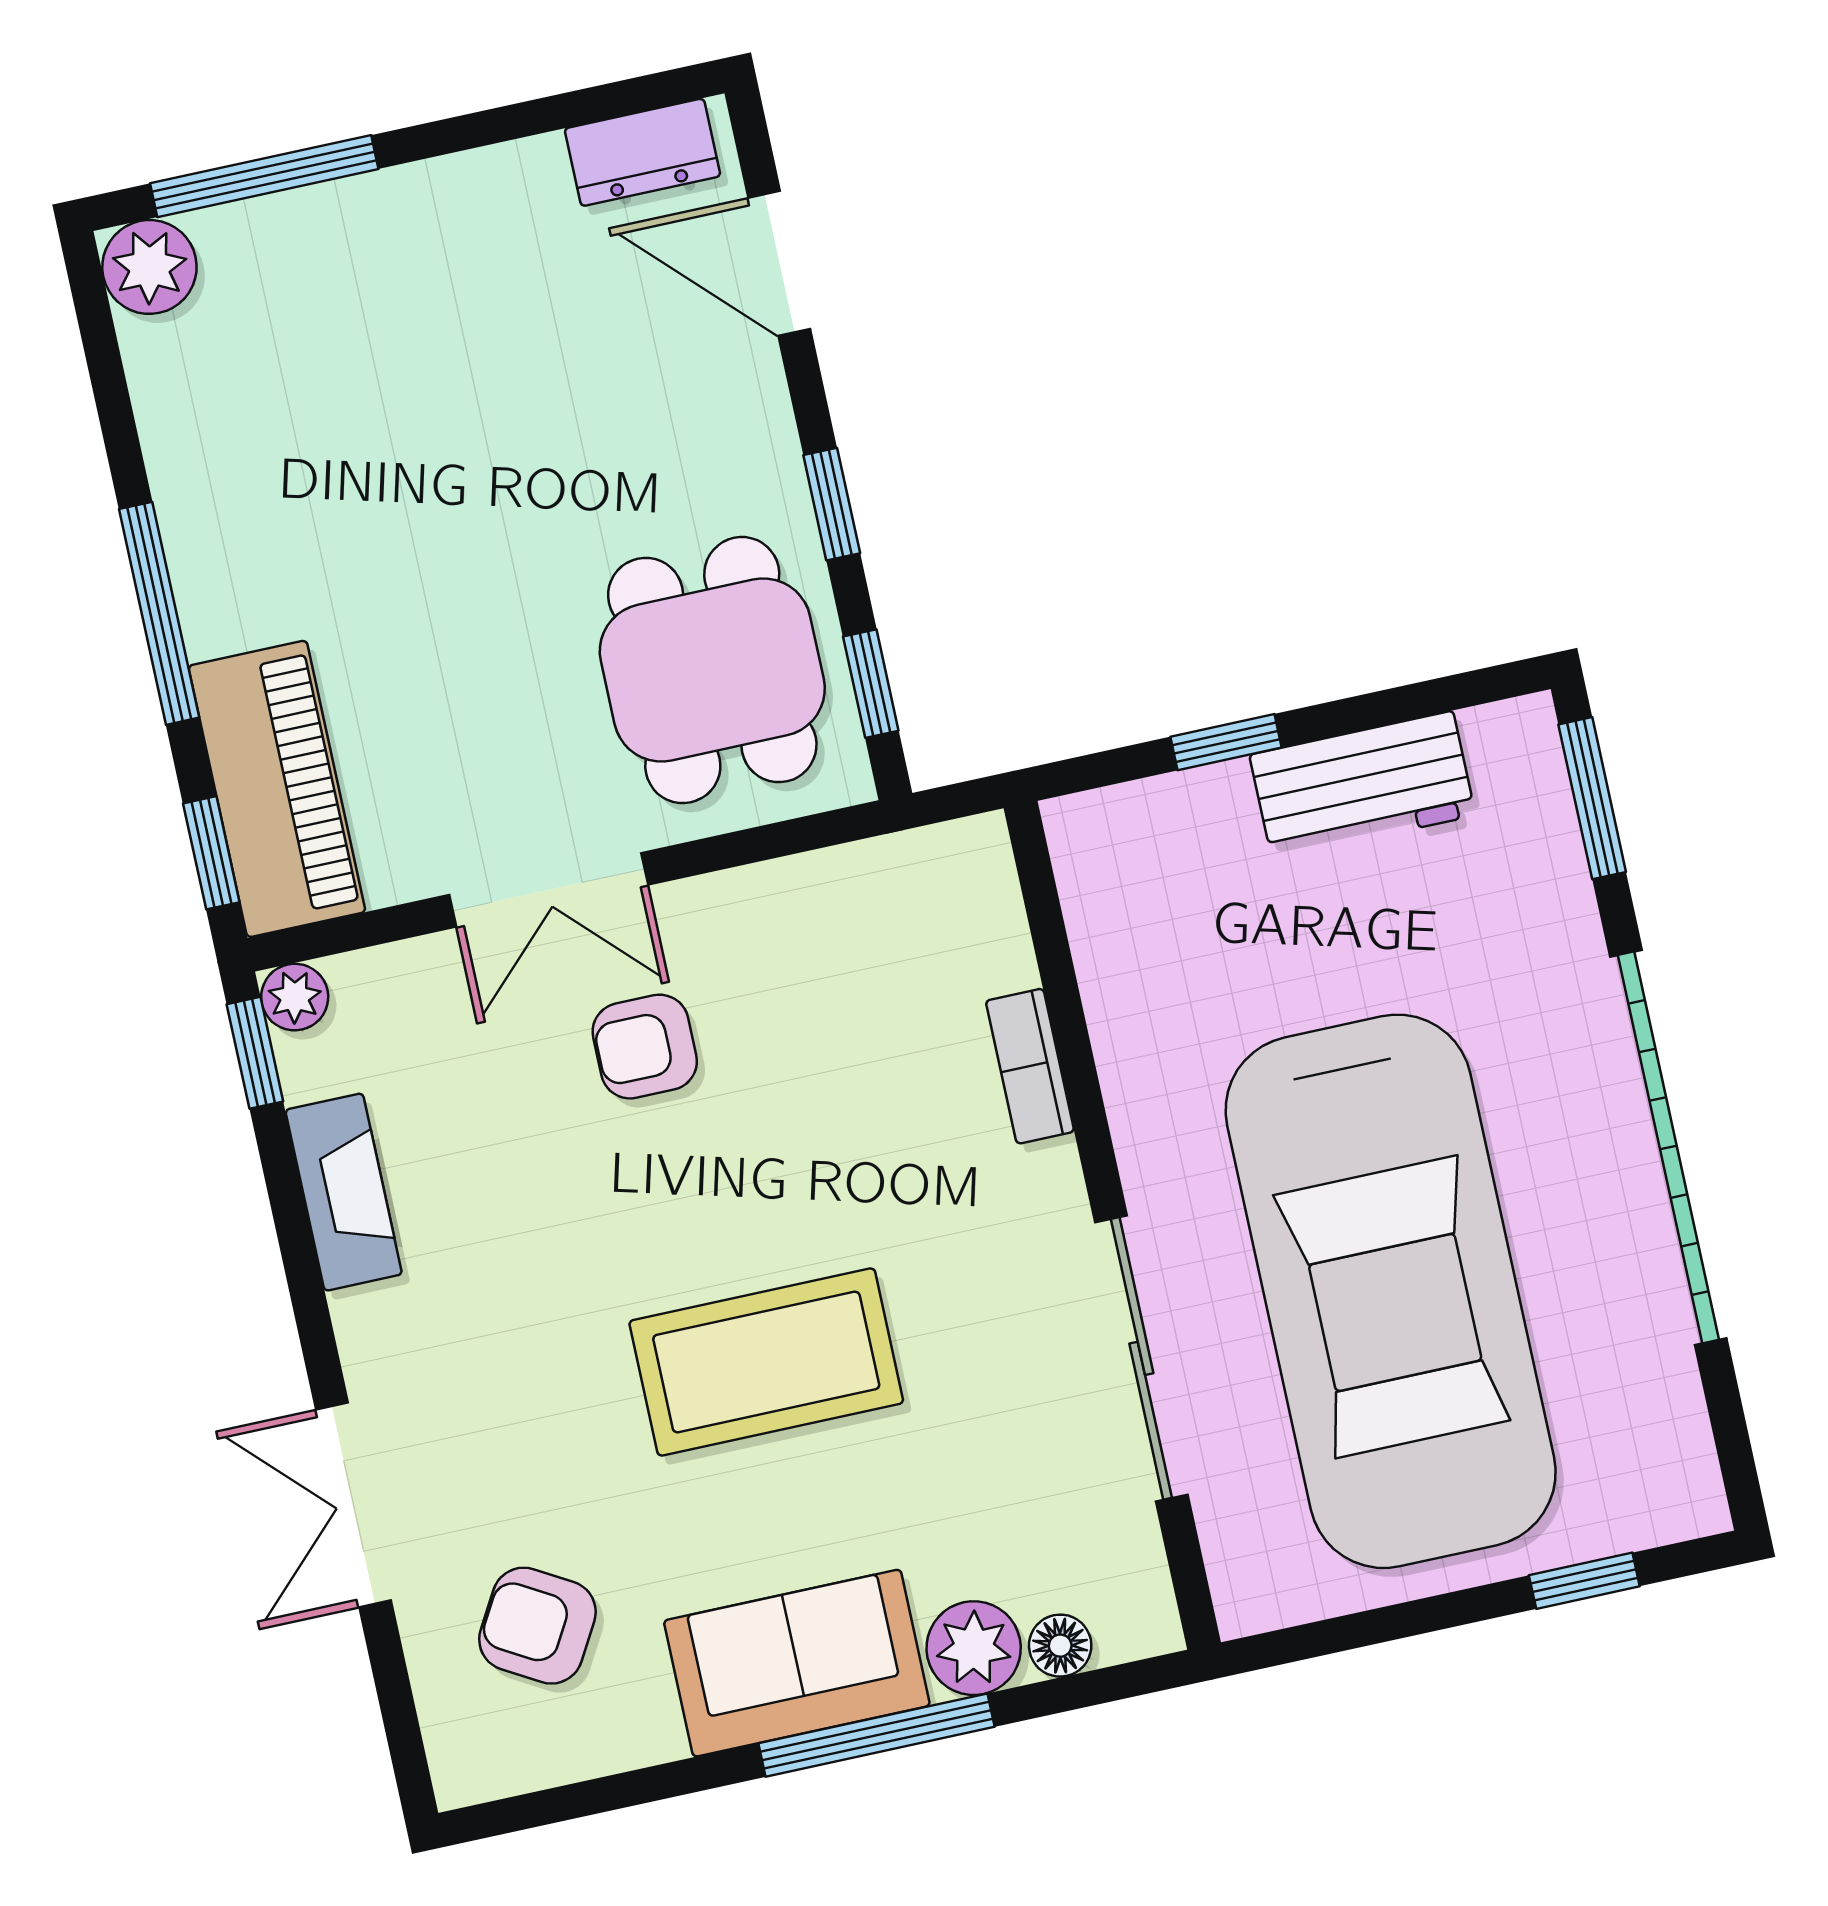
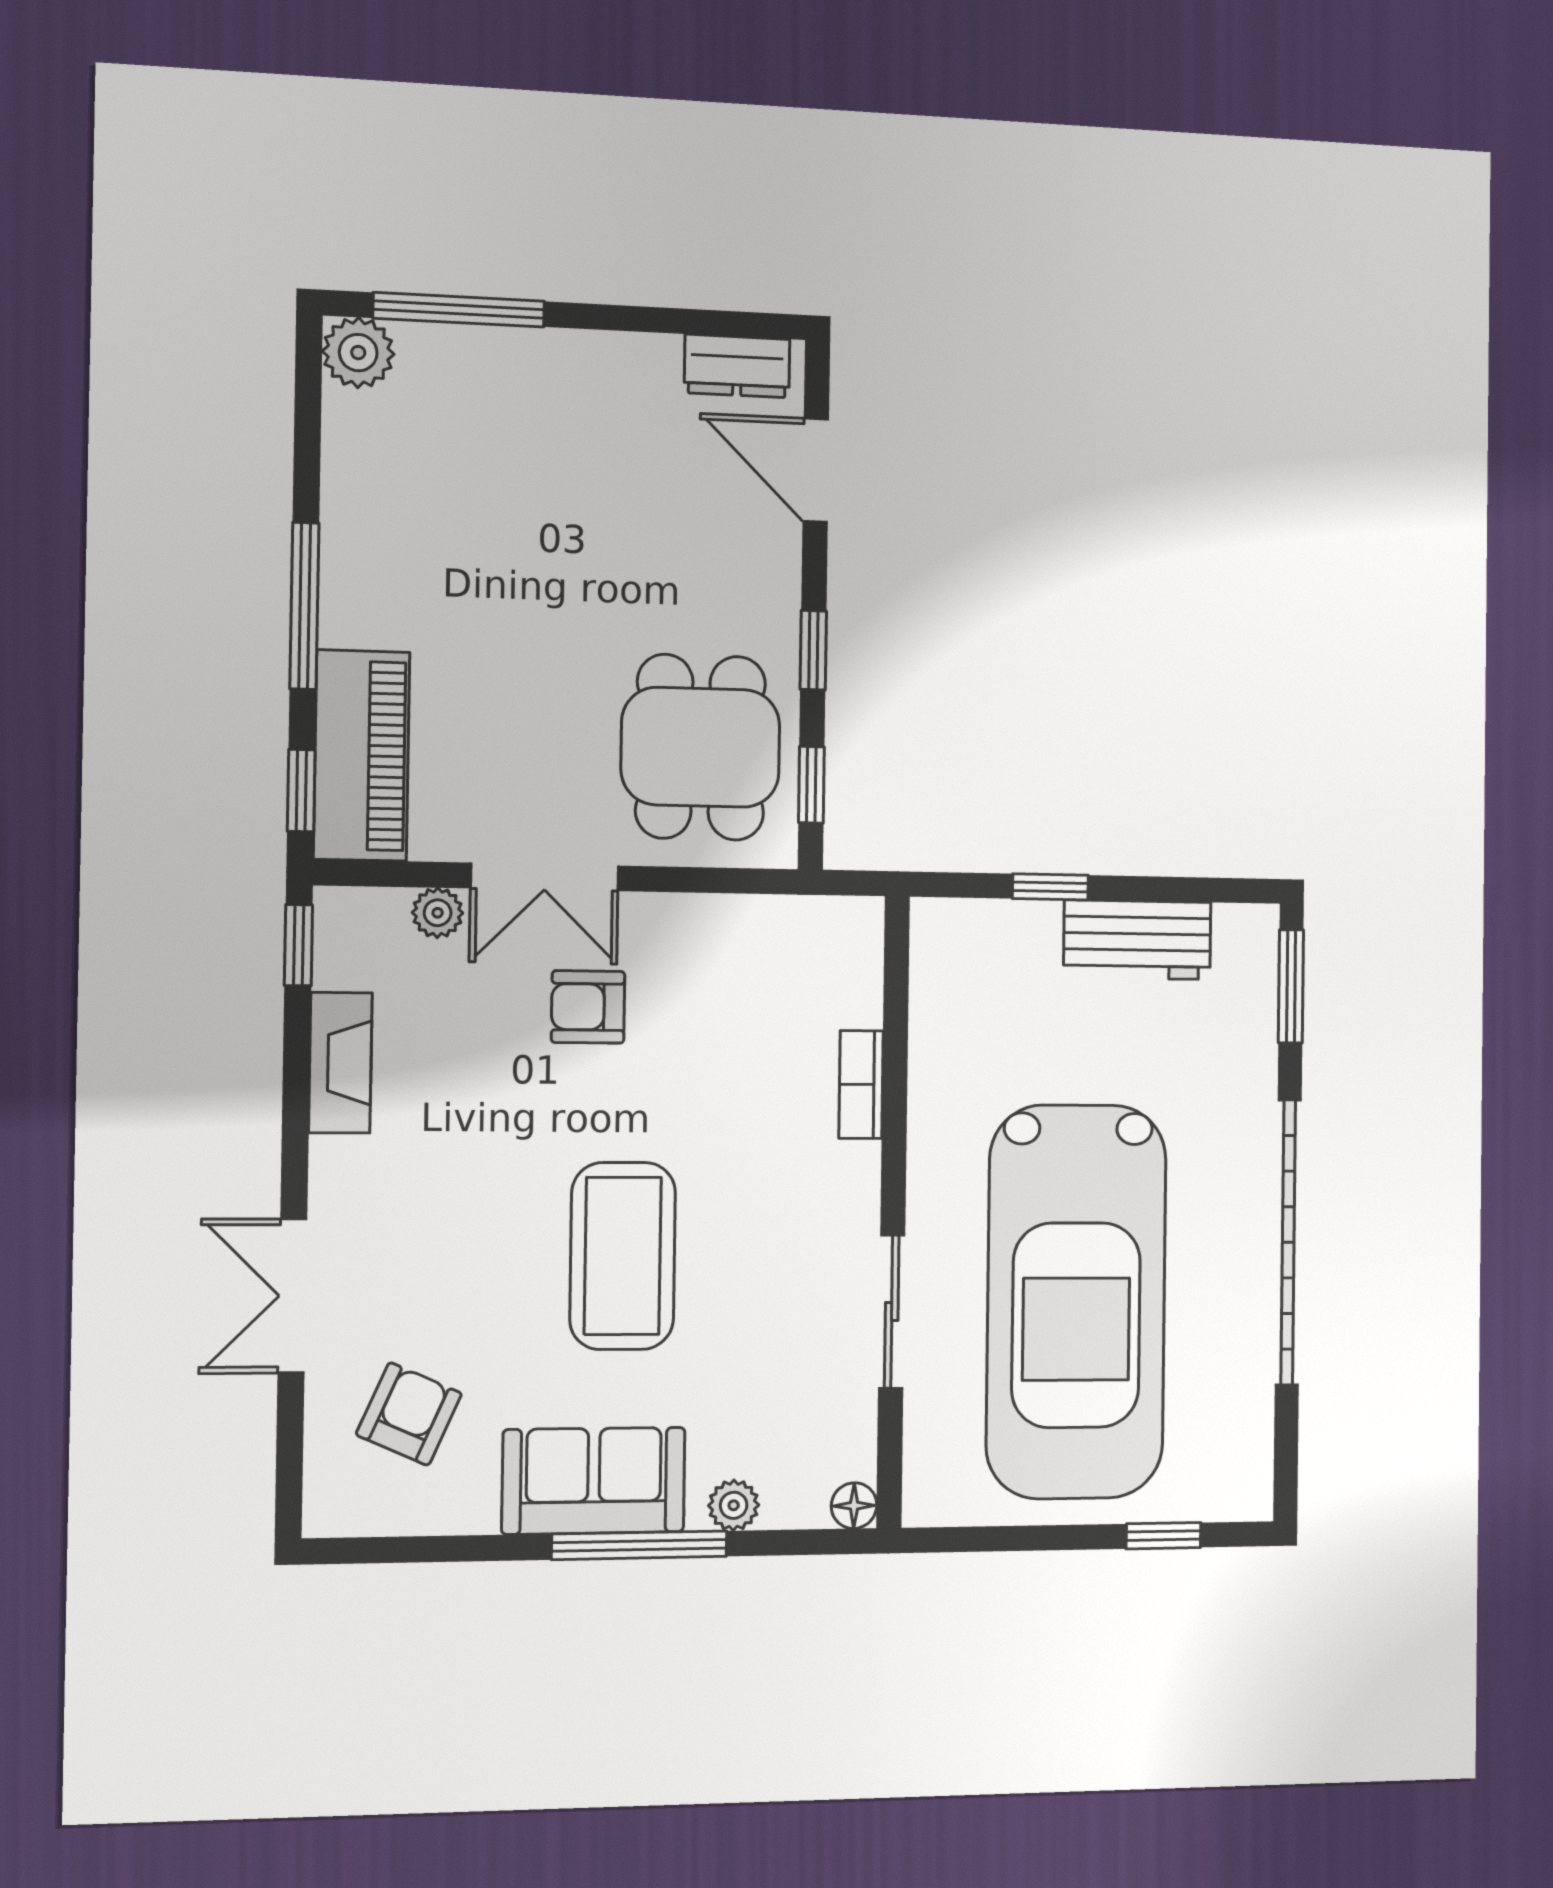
plant: (295, 997) -> (438, 913), moved
sliding door: (1141, 1358) -> (892, 1311), width x0.73
coffee table: (766, 1362) -> (623, 1256), turned 90
armchair: (537, 1626) -> (409, 1414), turned 84
floor lamp: (1060, 1646) -> (854, 1506), moved
plant: (974, 1648) -> (734, 1505), width x0.73, depth x0.73

